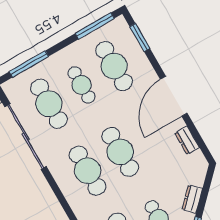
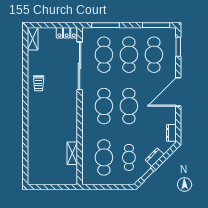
cafe table: (81, 85) -> (129, 55), width x1.37, depth x1.35
dresser: (187, 140) -> (171, 133), moved

